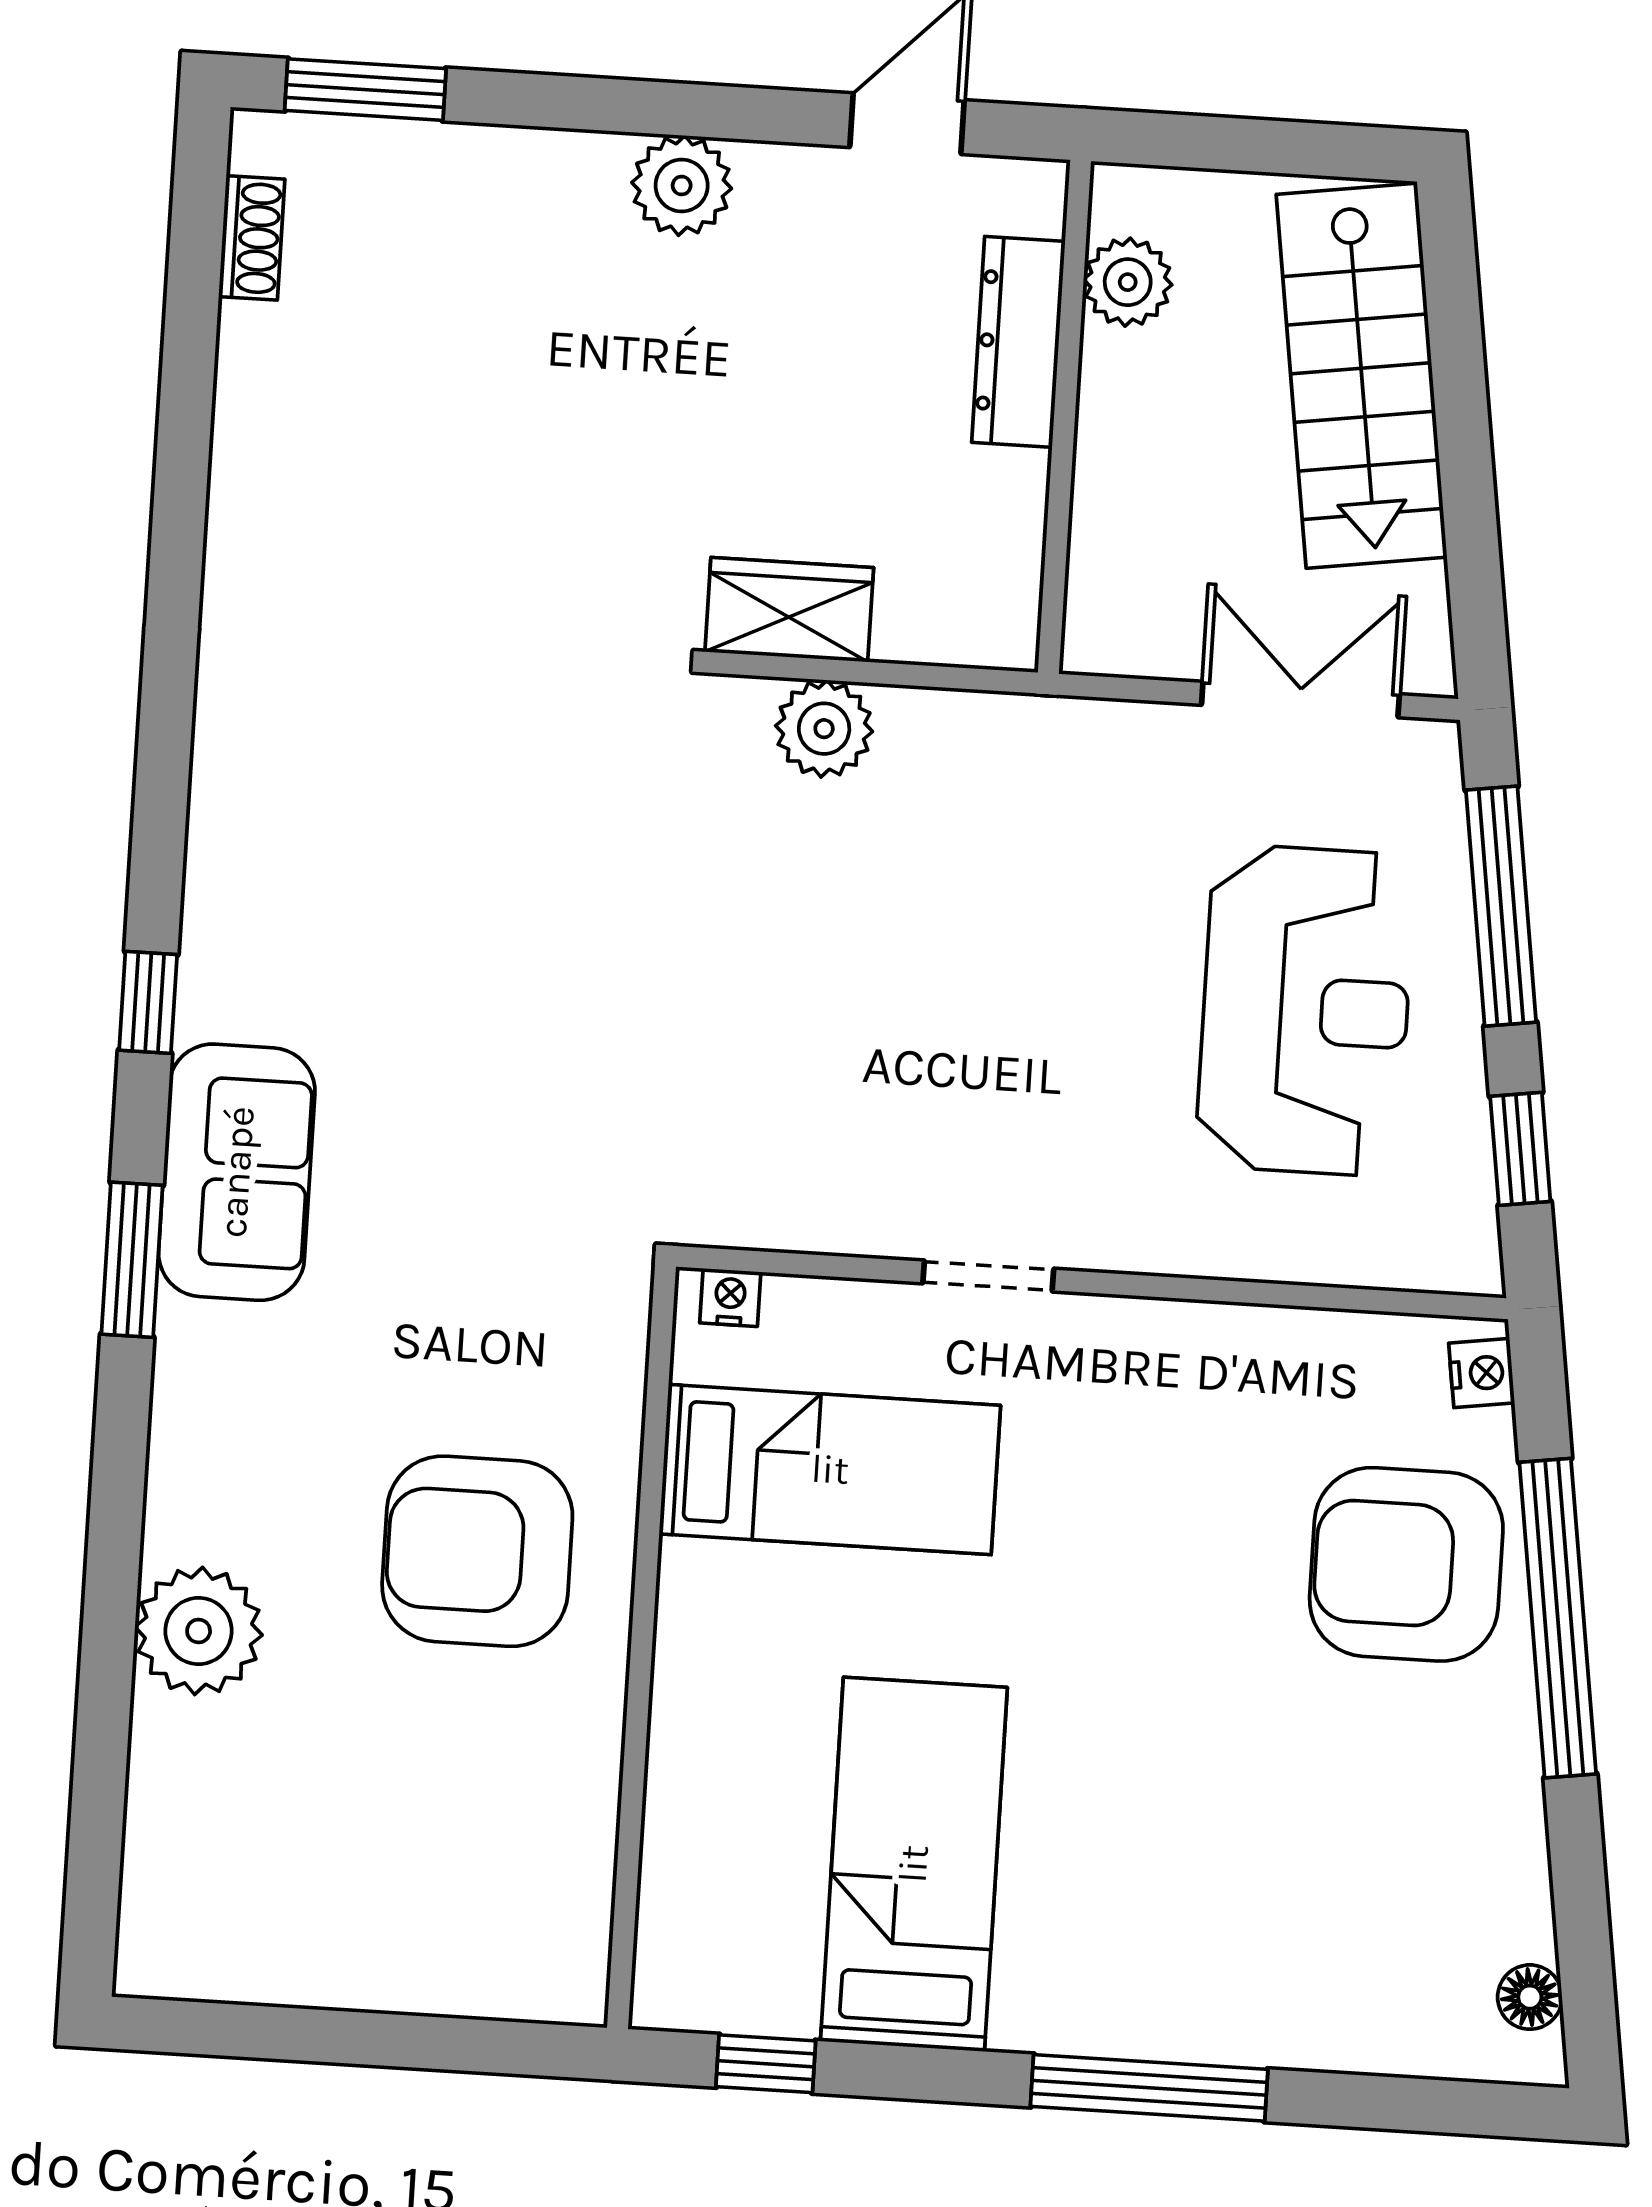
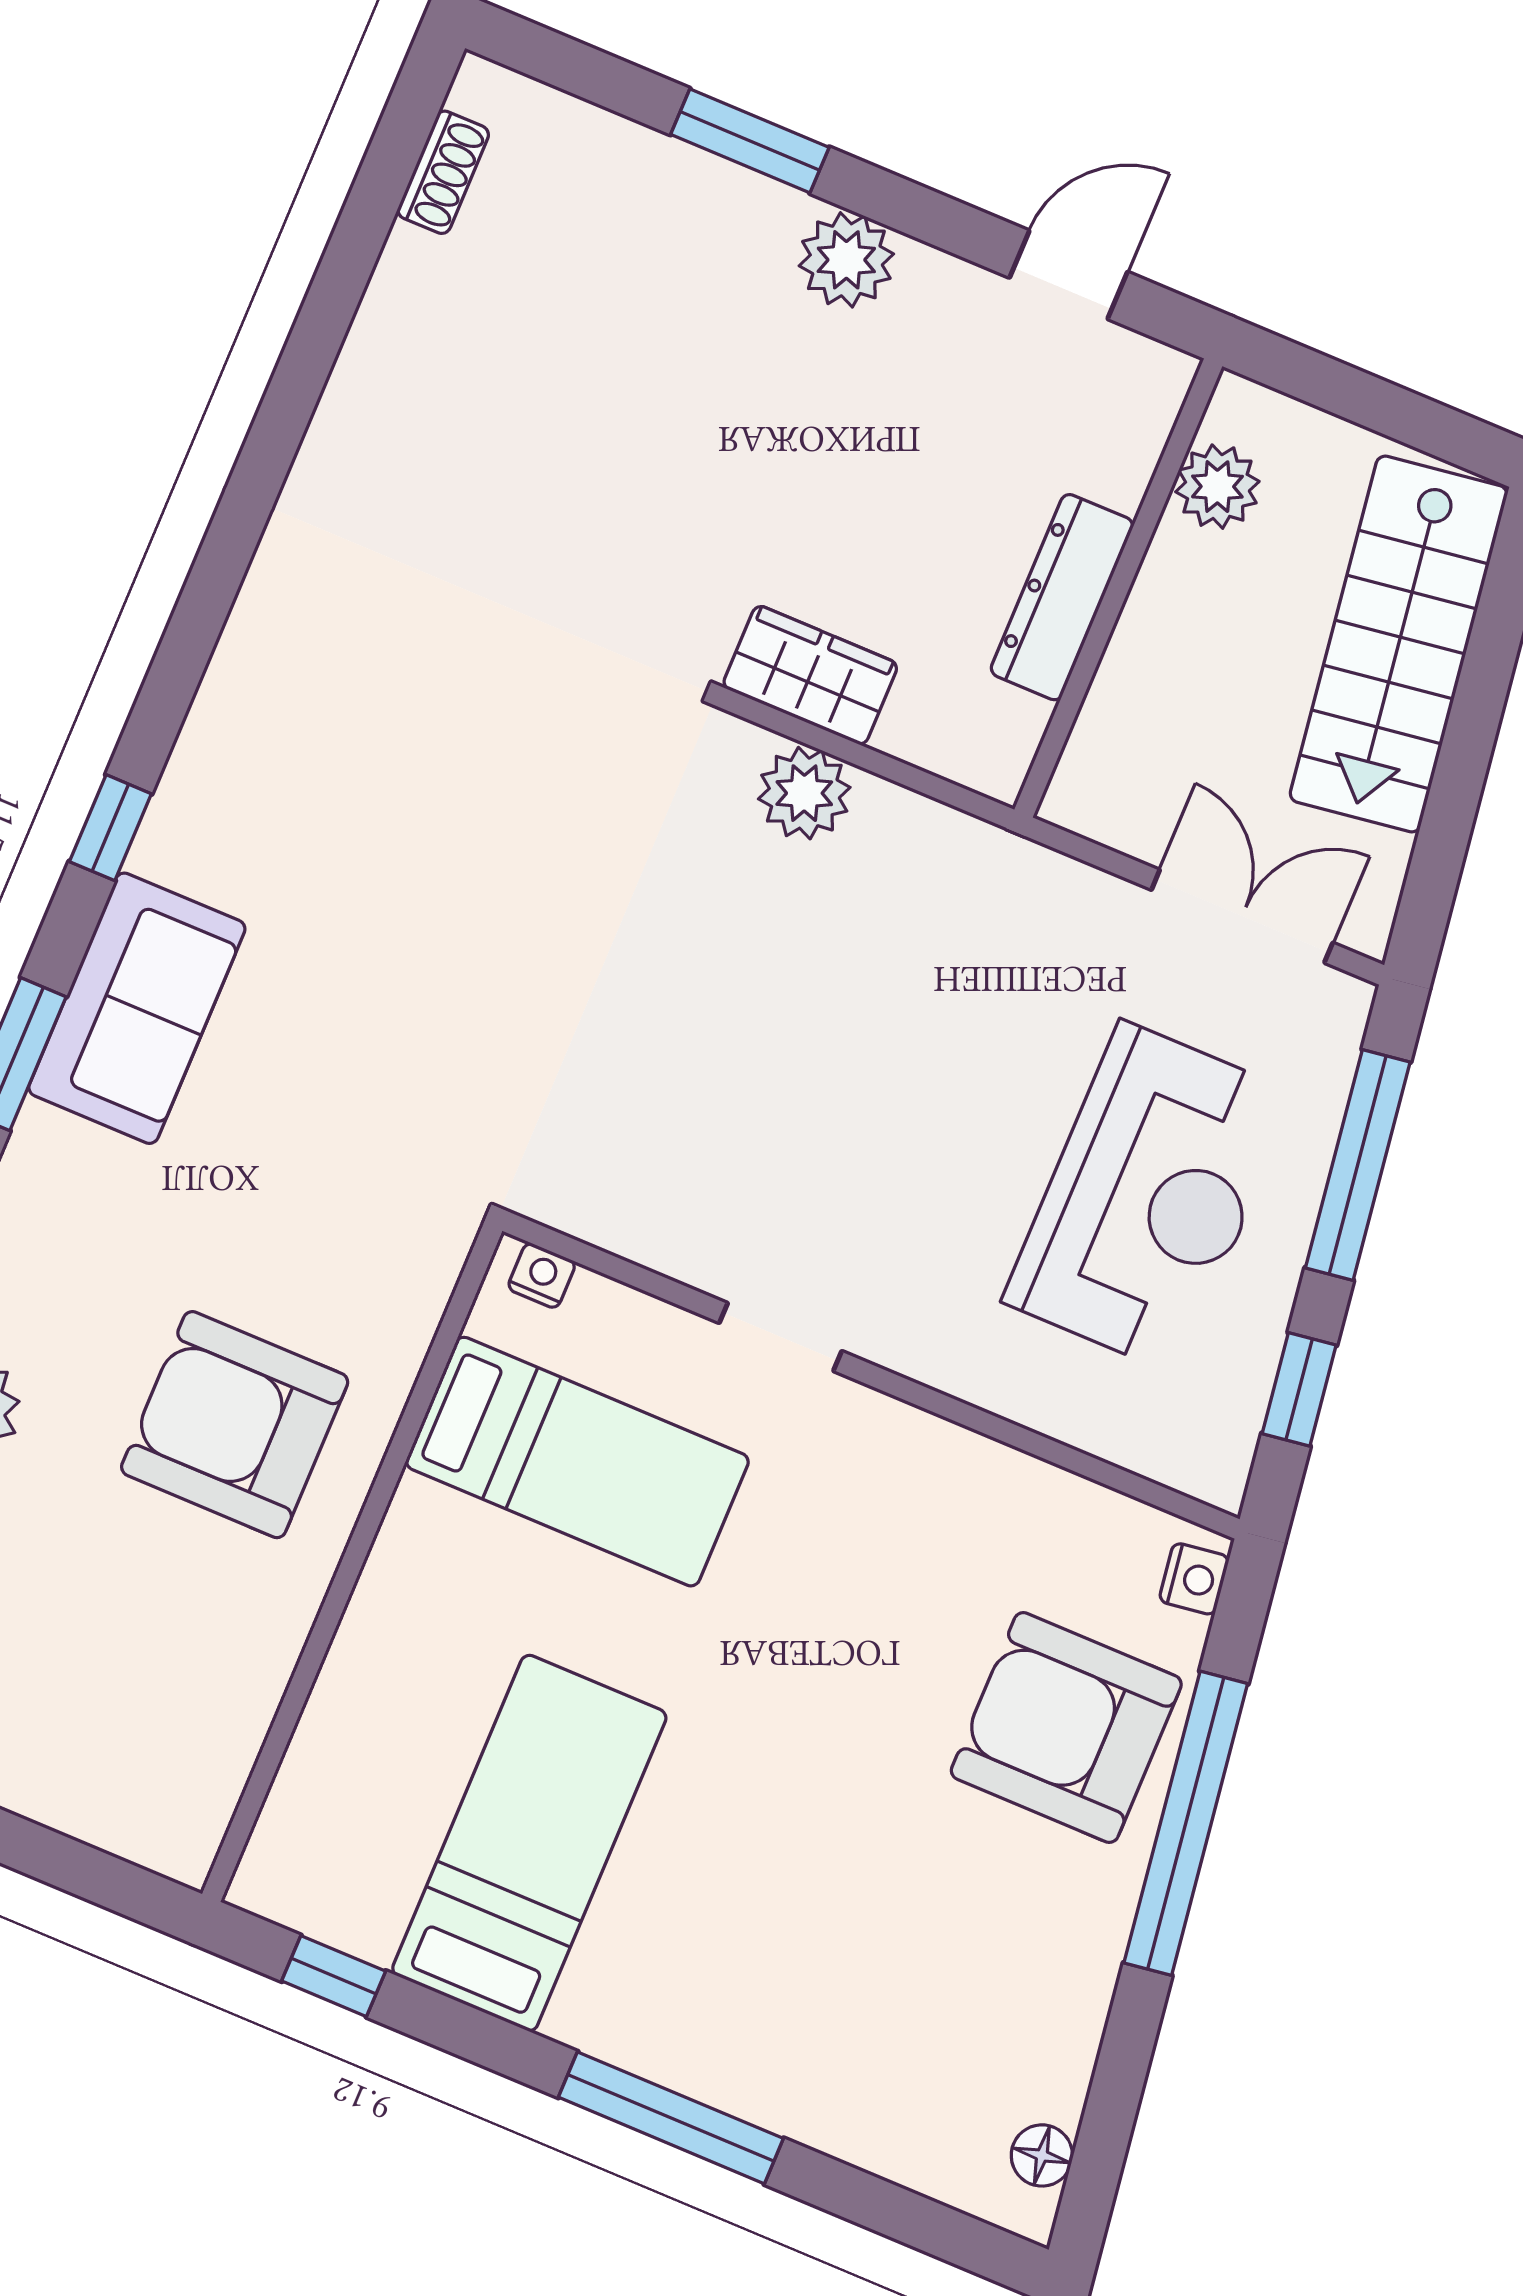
window: (365, 90) -> (750, 141), moved
dresser: (1018, 342) -> (1062, 597), moved

